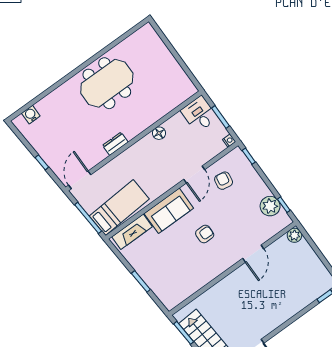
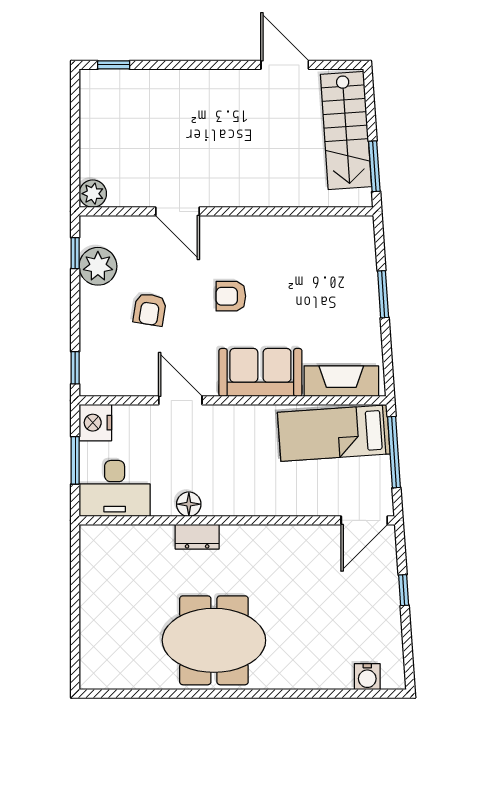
desk: (199, 114) -> (115, 488), width x1.37
nightstand: (229, 141) -> (95, 423), width x1.89, depth x1.79
dresser: (115, 144) -> (197, 537), moved
door: (194, 174) -> (180, 400), hinge flipped
armchair: (224, 181) -> (150, 310), moved
door: (253, 254) -> (177, 211), swing flipped

